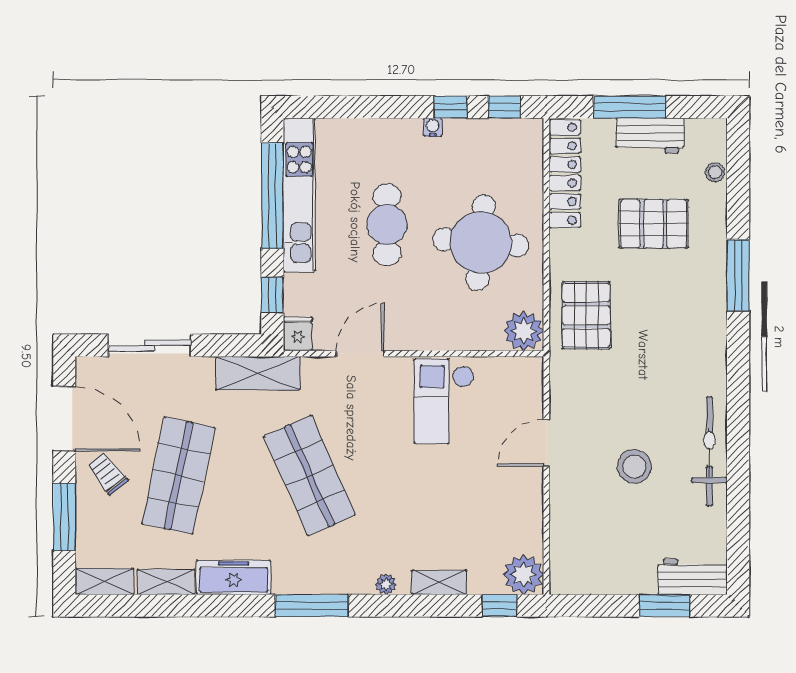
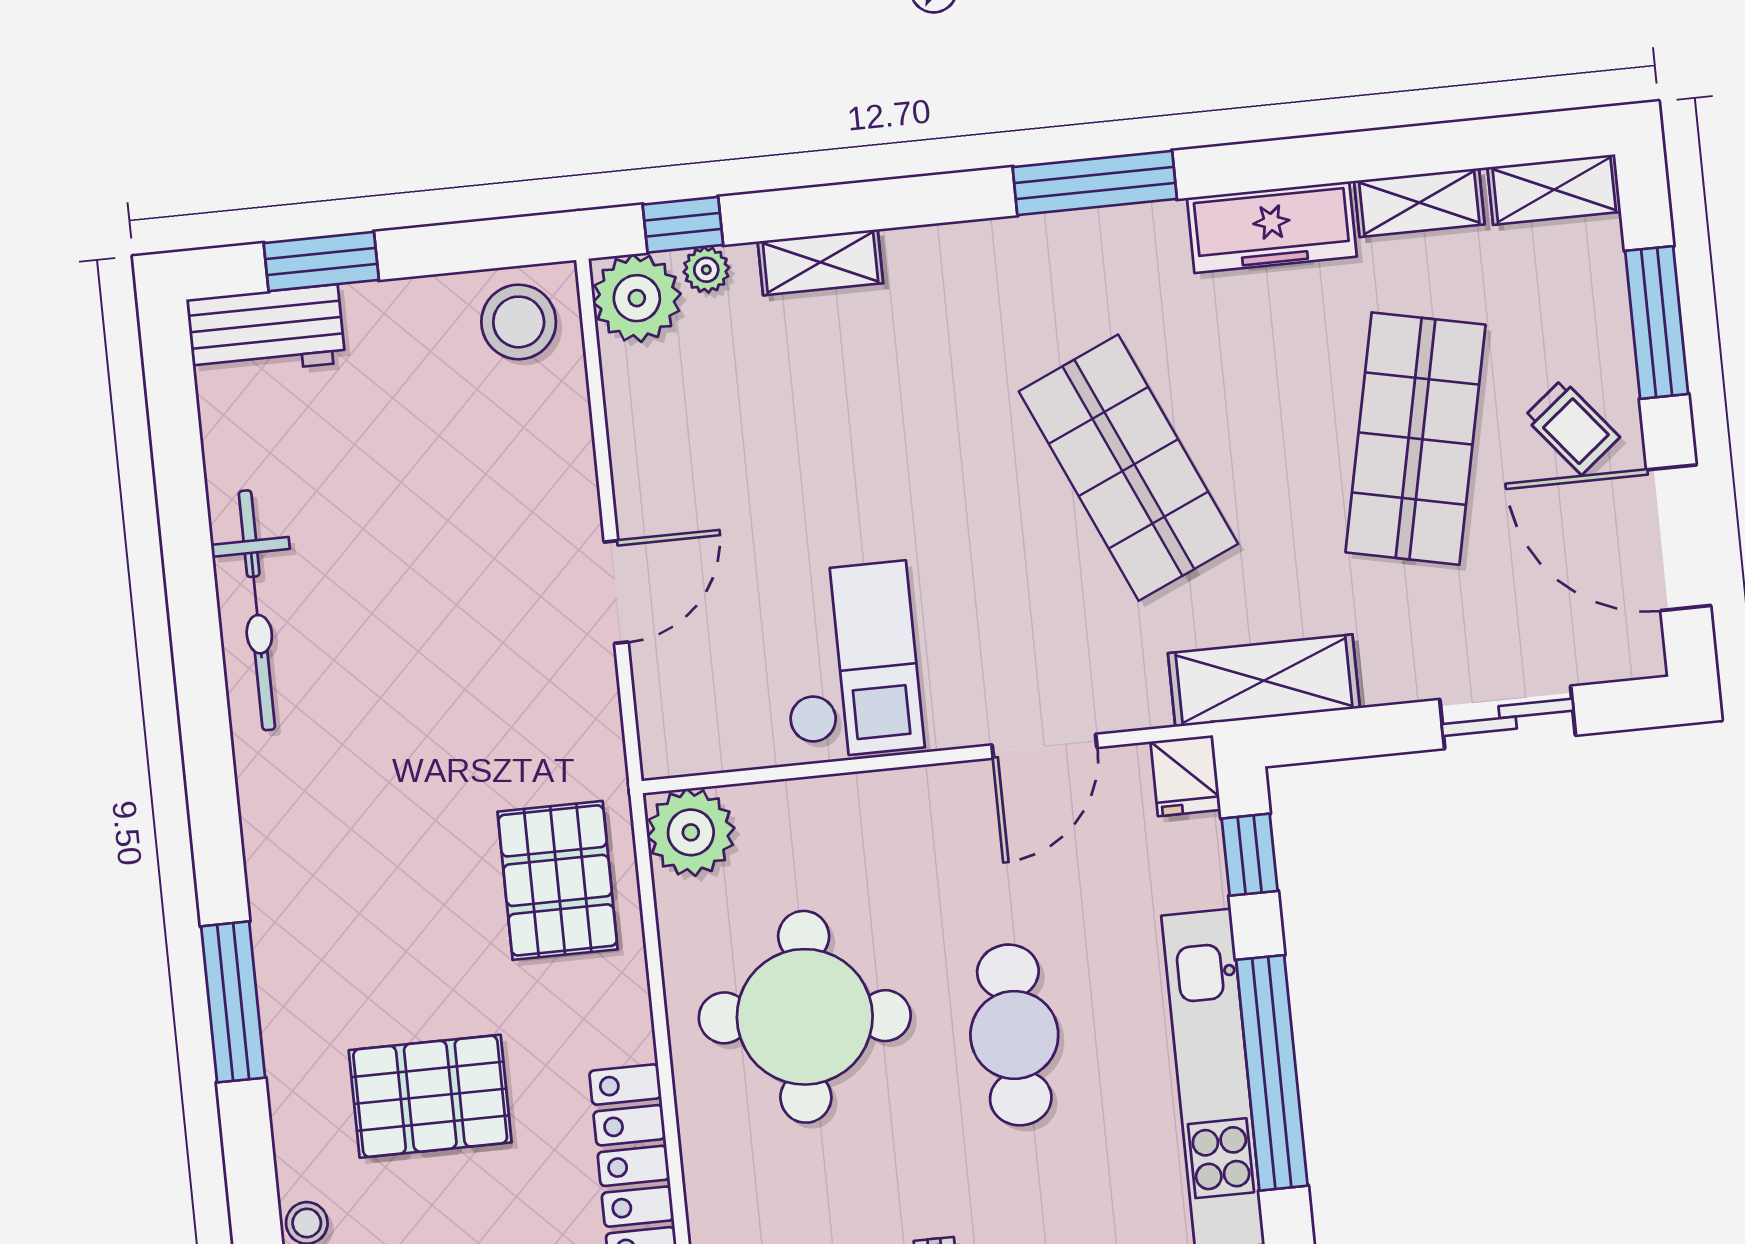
sliding door: (150, 345) -> (1508, 717), width x0.73
stool: (634, 466) -> (519, 322), moved
plant: (386, 584) -> (706, 270), moved

